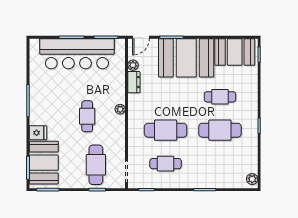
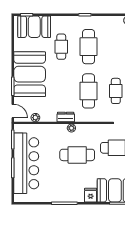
booth: (235, 52) -> (34, 27), moved, turned 90
dresser: (134, 82) -> (66, 117), moved
cafe table: (87, 116) -> (77, 155), width x1.37, depth x1.35

